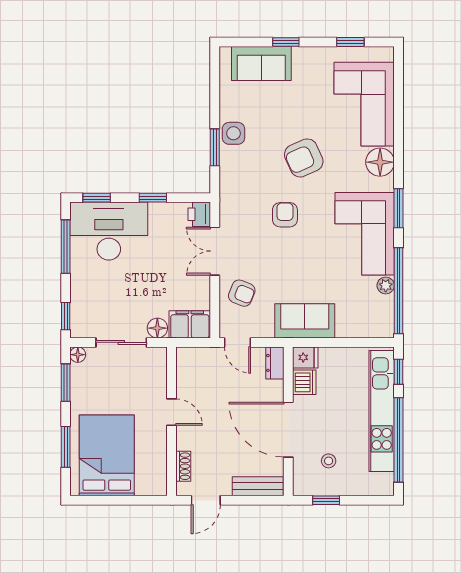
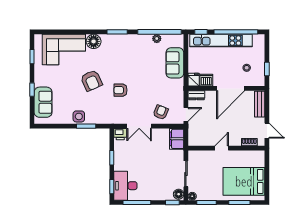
desk: (109, 231) -> (125, 186), width x0.73, depth x0.77
corner sofa: (365, 234) -> (130, 49), removed
sofa: (305, 321) -> (175, 63), moved
floor lamp: (157, 328) -> (179, 194), moved

